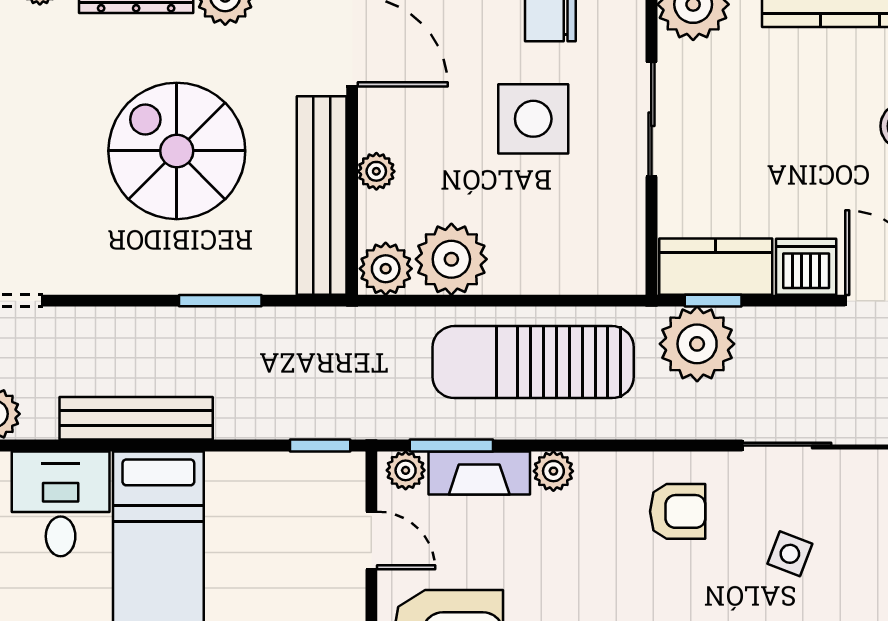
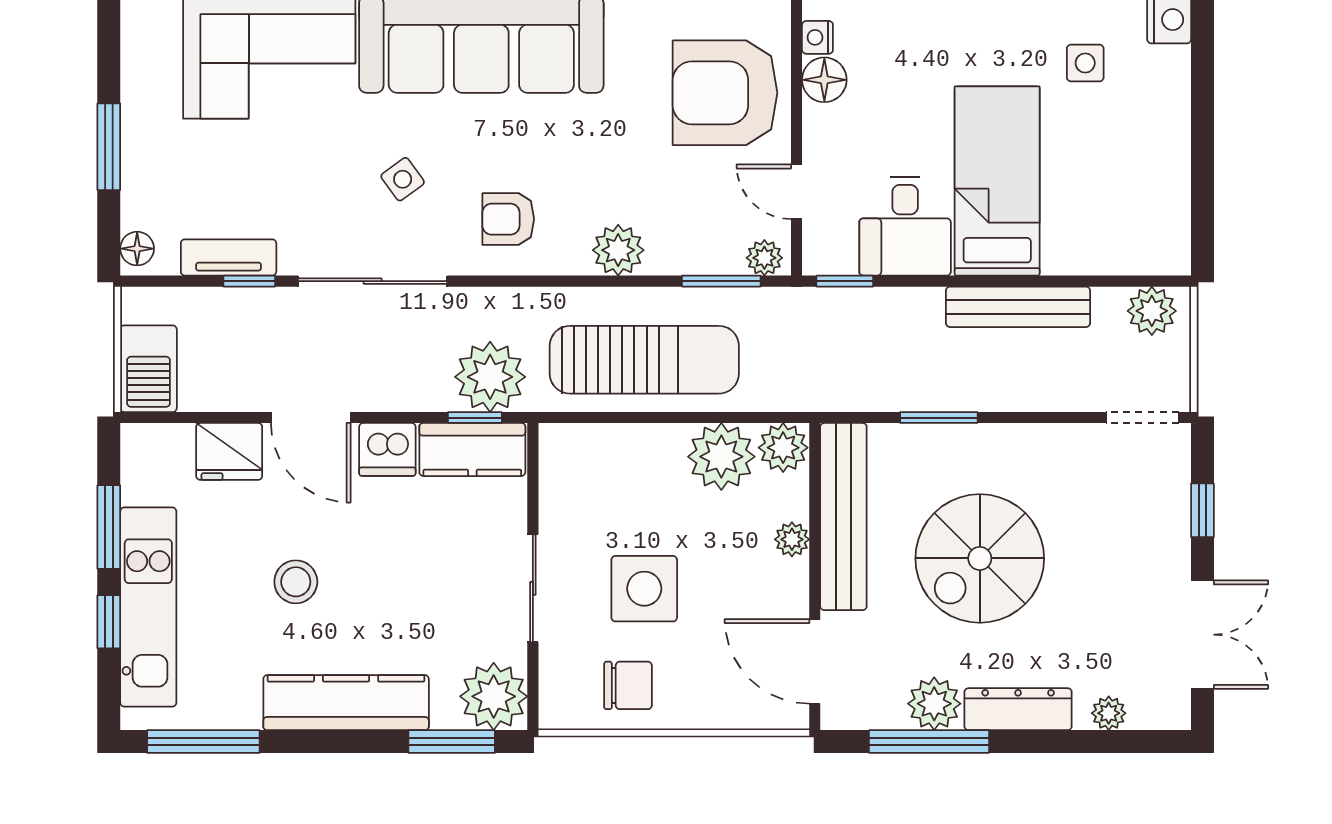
spiral stairs: (177, 151) -> (980, 558), turned 90
plant: (553, 471) -> (618, 250), width x1.38, depth x1.38
fireplace: (479, 473) -> (695, 255), removed
desk: (61, 504) -> (905, 226), moved
side table: (790, 554) -> (403, 179), turned 33

